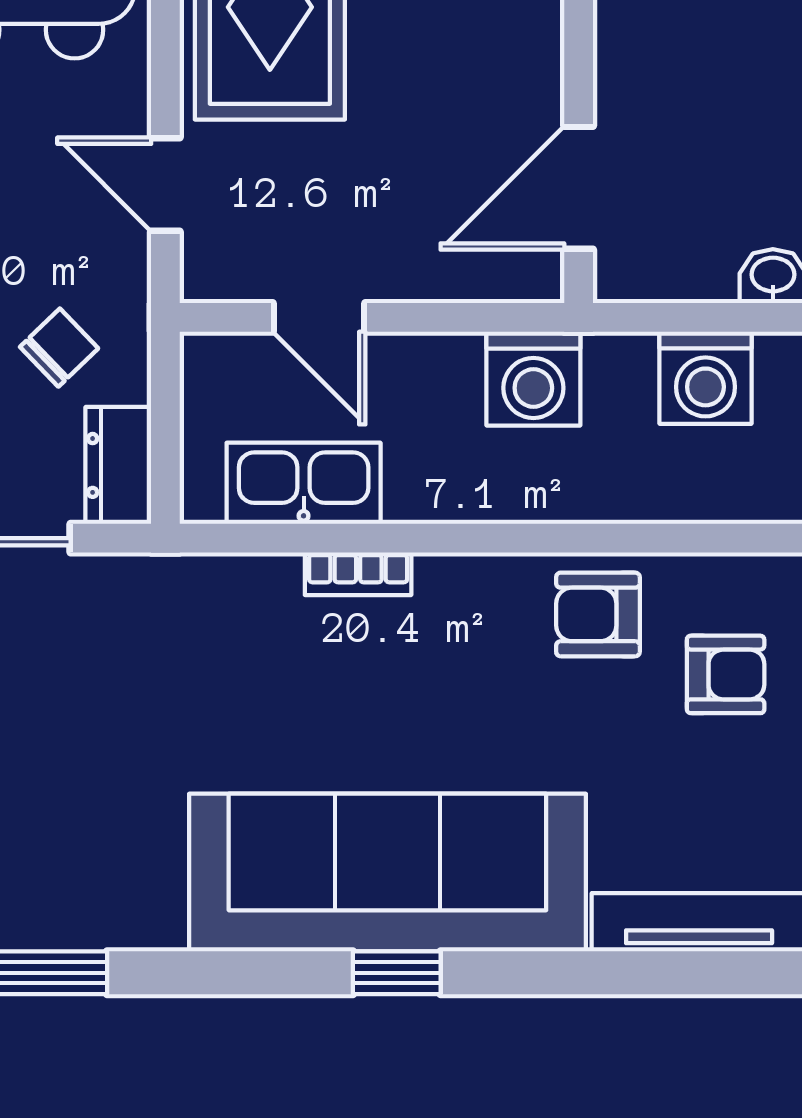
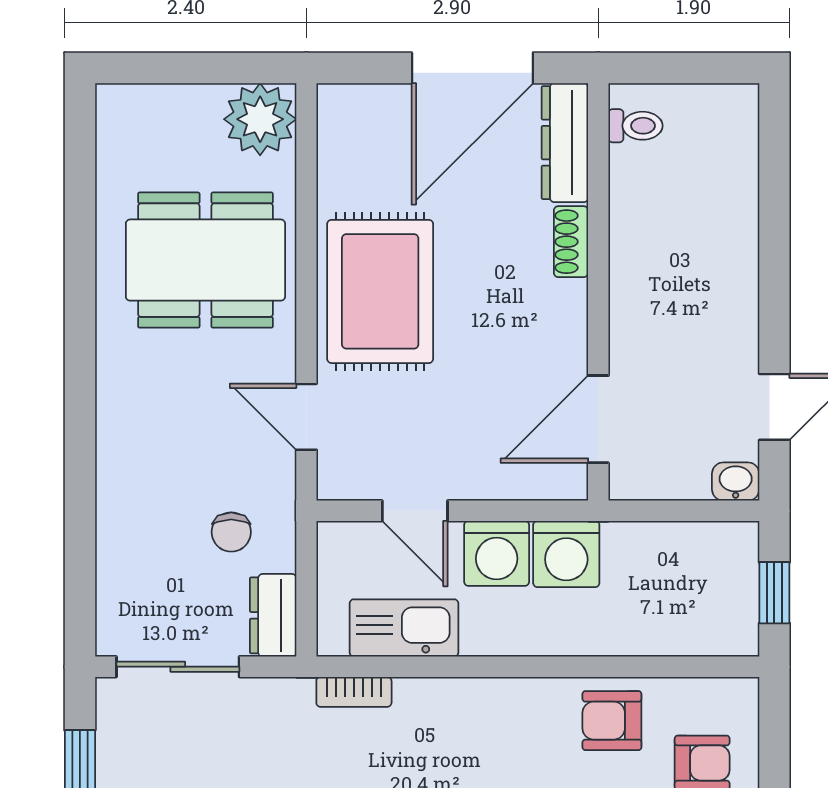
chair: (59, 348) -> (231, 532), turned 134
washing machine: (705, 378) -> (497, 553), moved
bookcase: (358, 574) -> (354, 692), moved

